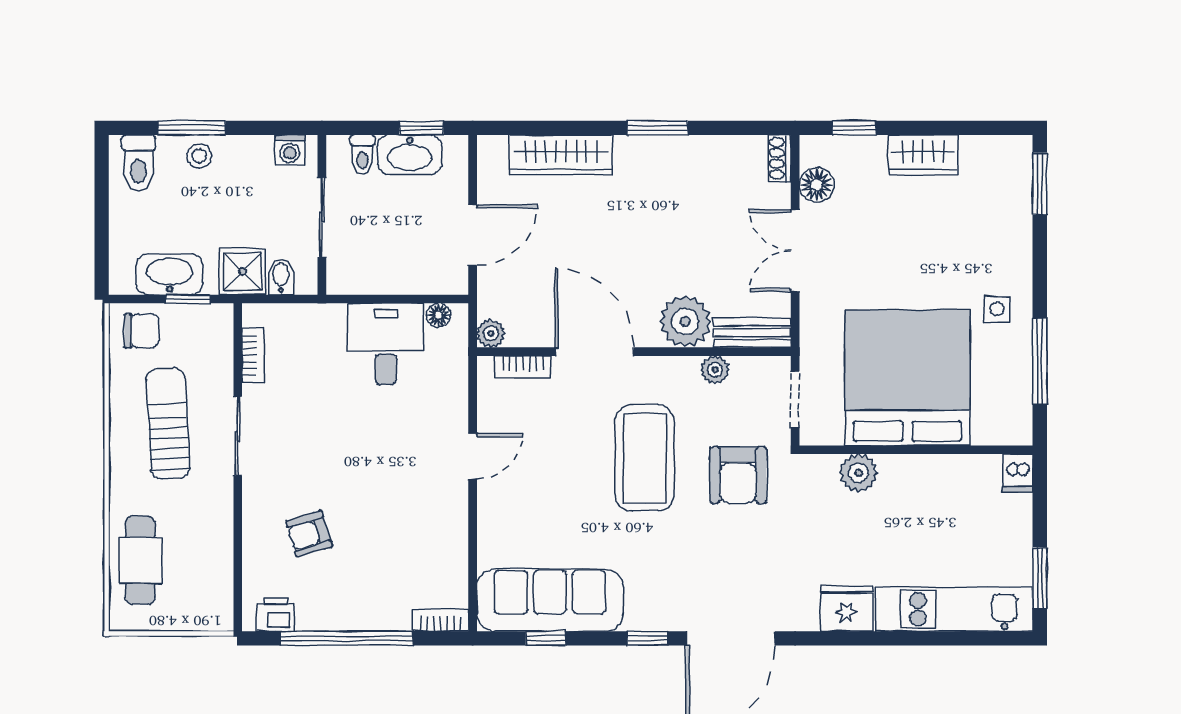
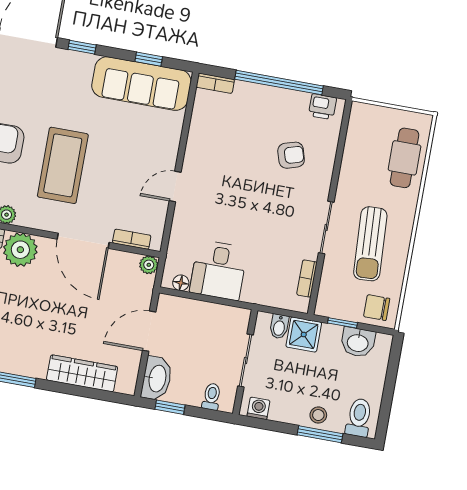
washbasin: (410, 155) -> (157, 378), moved, turned 90
washbasin: (170, 274) -> (358, 342), width x0.72

